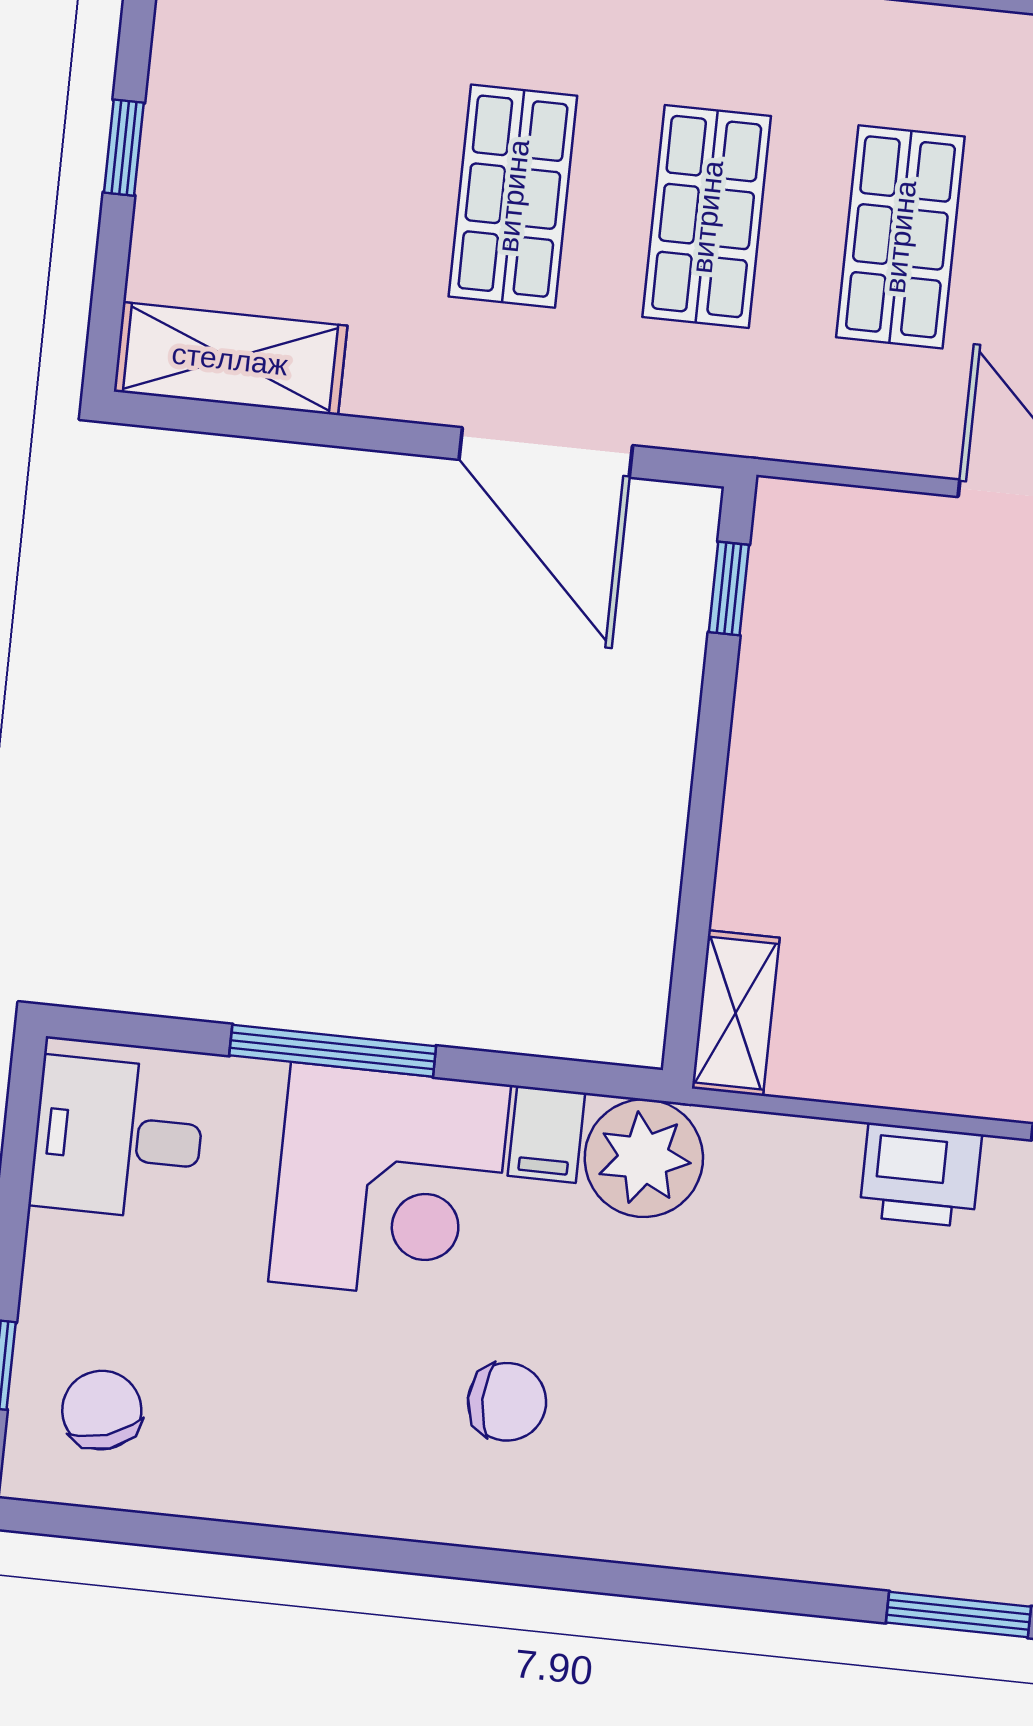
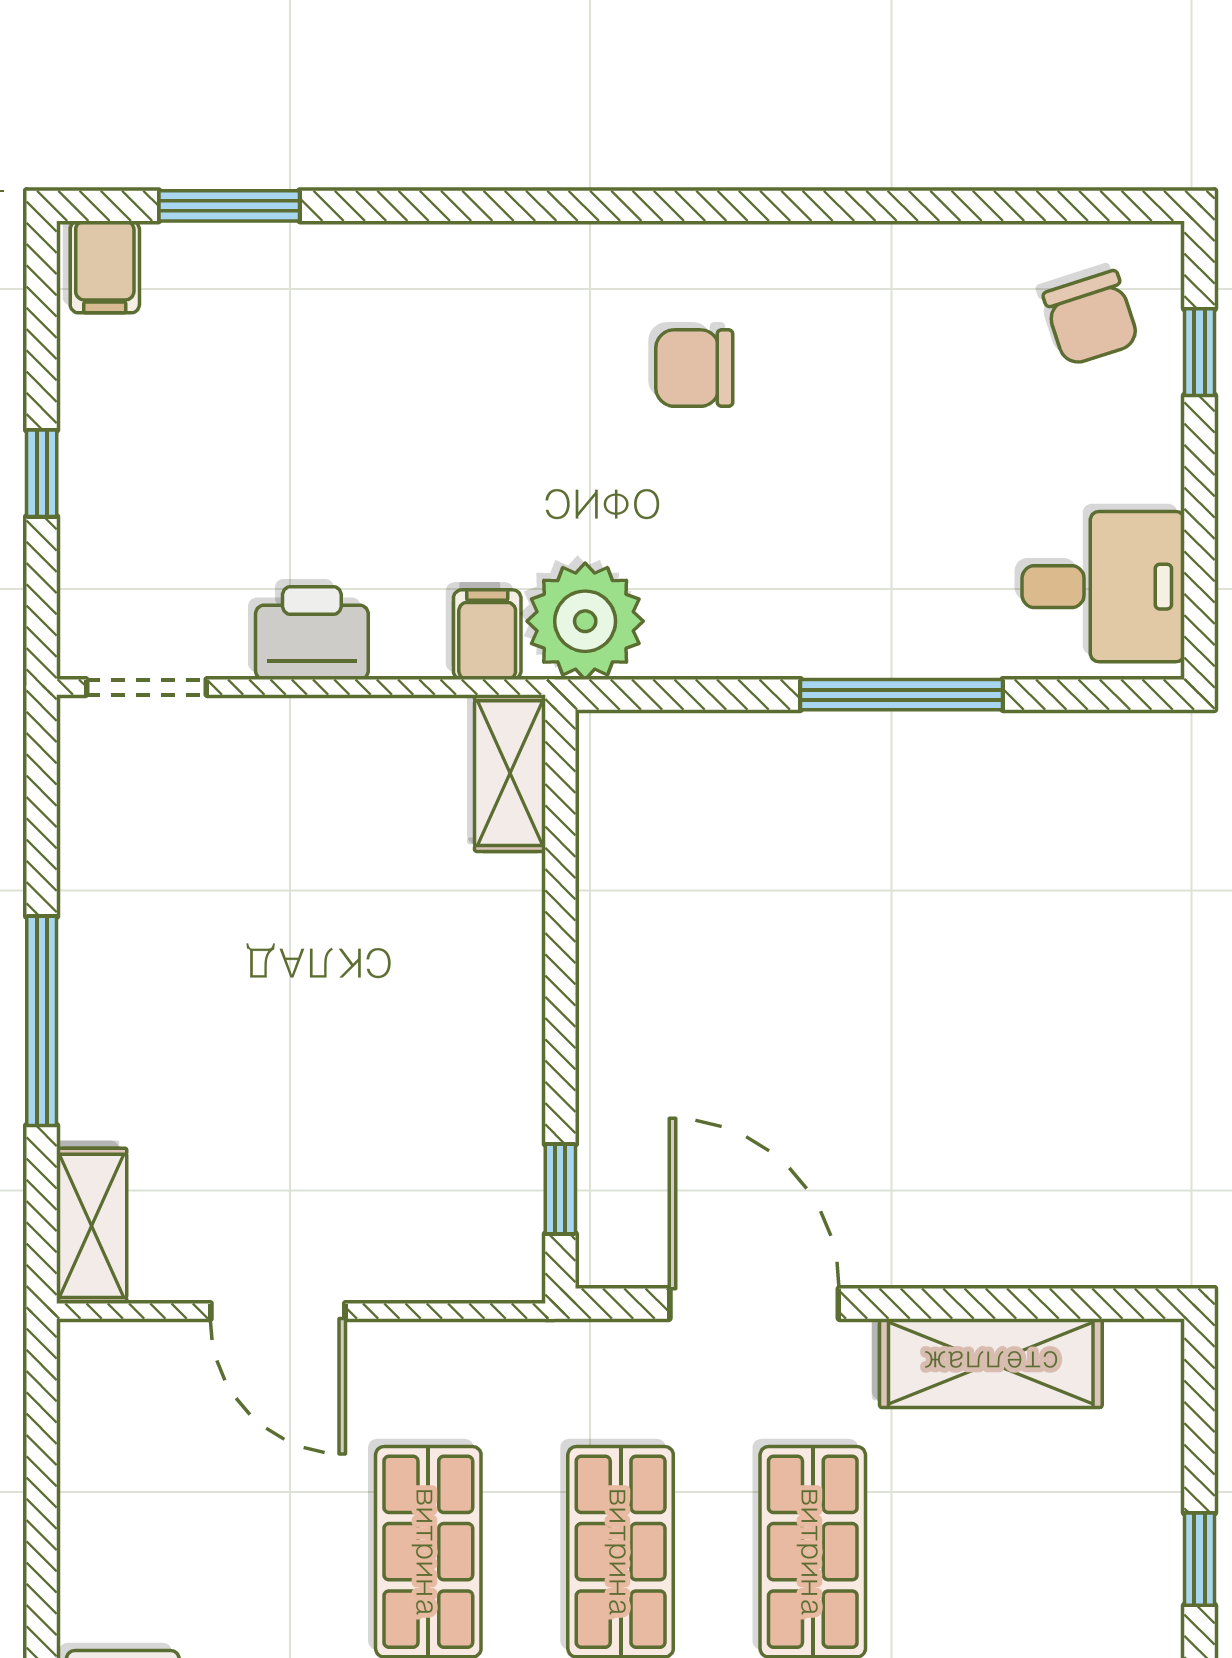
shelving: (230, 359) -> (991, 1363), moved
filing cabinet: (546, 1134) -> (487, 635), moved
corner desk: (390, 1183) -> (832, 570), removed

